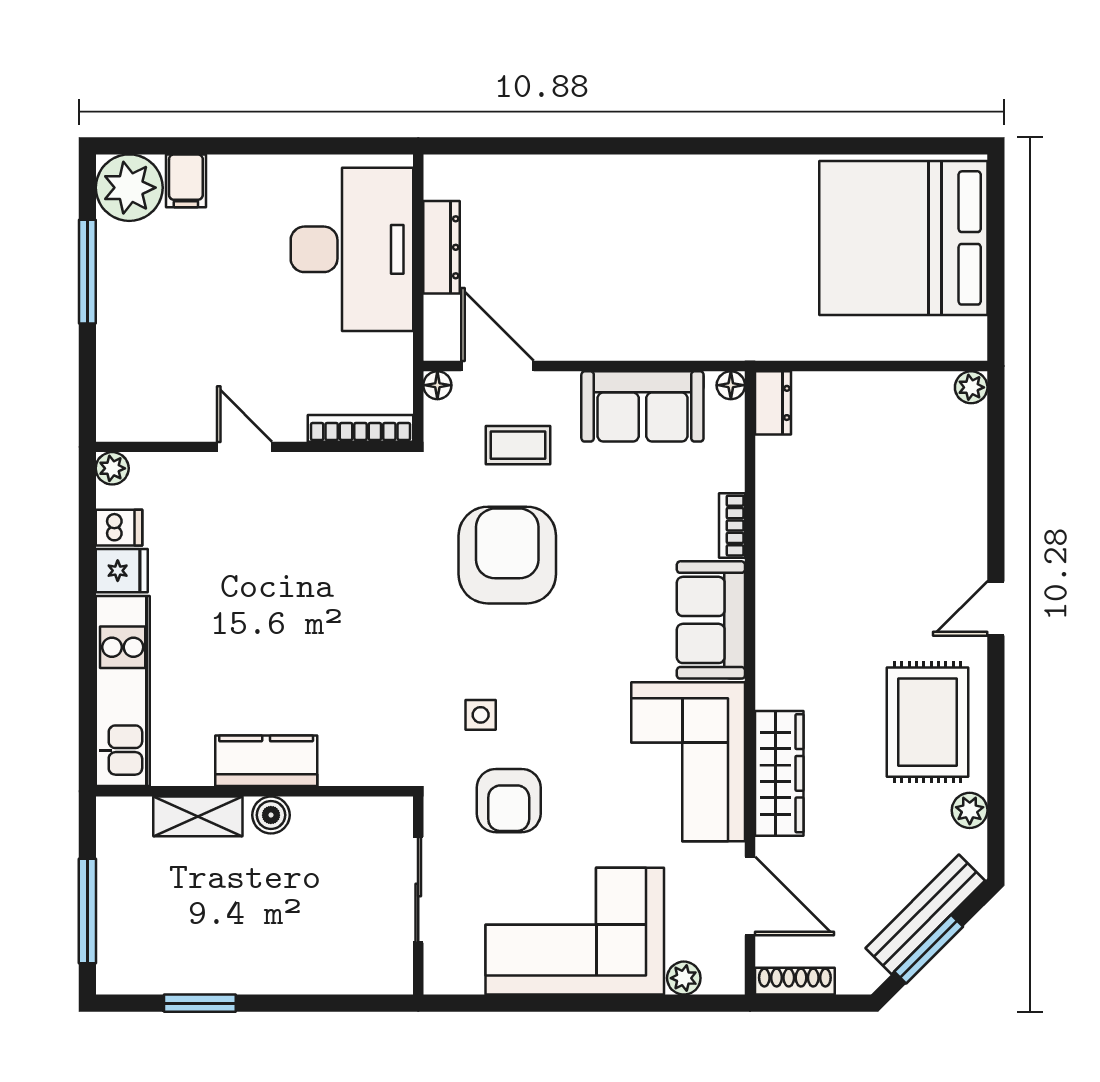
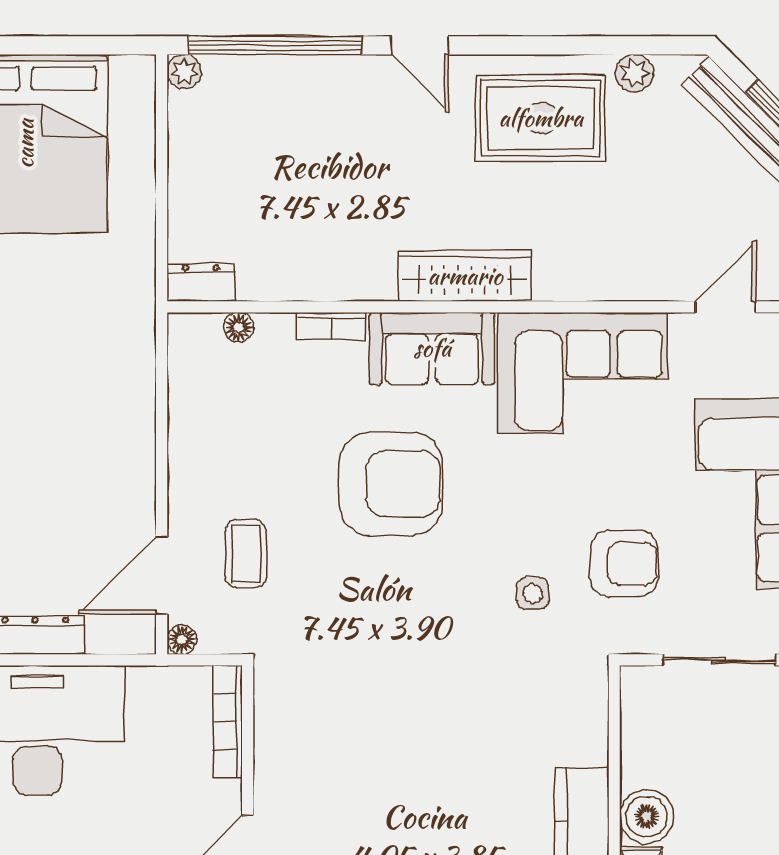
floor lamp: (731, 385) -> (239, 327), moved
sofa: (642, 406) -> (205, 421), removed
window: (996, 473) -> (275, 45), added
armchair: (507, 555) -> (391, 484), moved, turned 180
wardrobe: (779, 773) -> (465, 276), moved
boiler: (271, 815) -> (647, 817), width x1.36, depth x1.36
door: (750, 896) -> (726, 307), width x0.73

